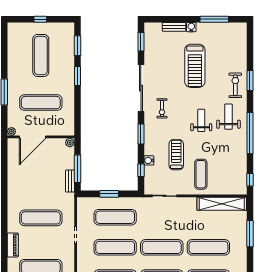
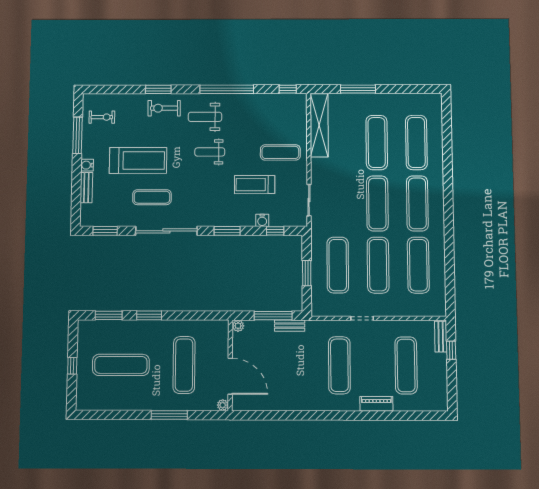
exercise mat: (167, 77) -> (152, 197), added
exercise bike: (162, 108) -> (102, 117), moved

